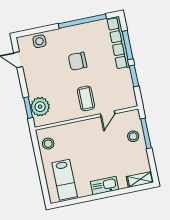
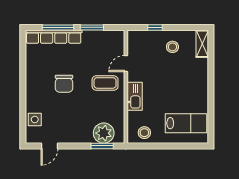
window: (82, 21) -> (23, 70), removed
door: (108, 114) -> (126, 63), swing flipped
window: (146, 133) -> (155, 27), width x0.46
stool: (133, 136) -> (172, 47), moved
kitchen sink: (104, 186) -> (135, 96), moved, turned 180

